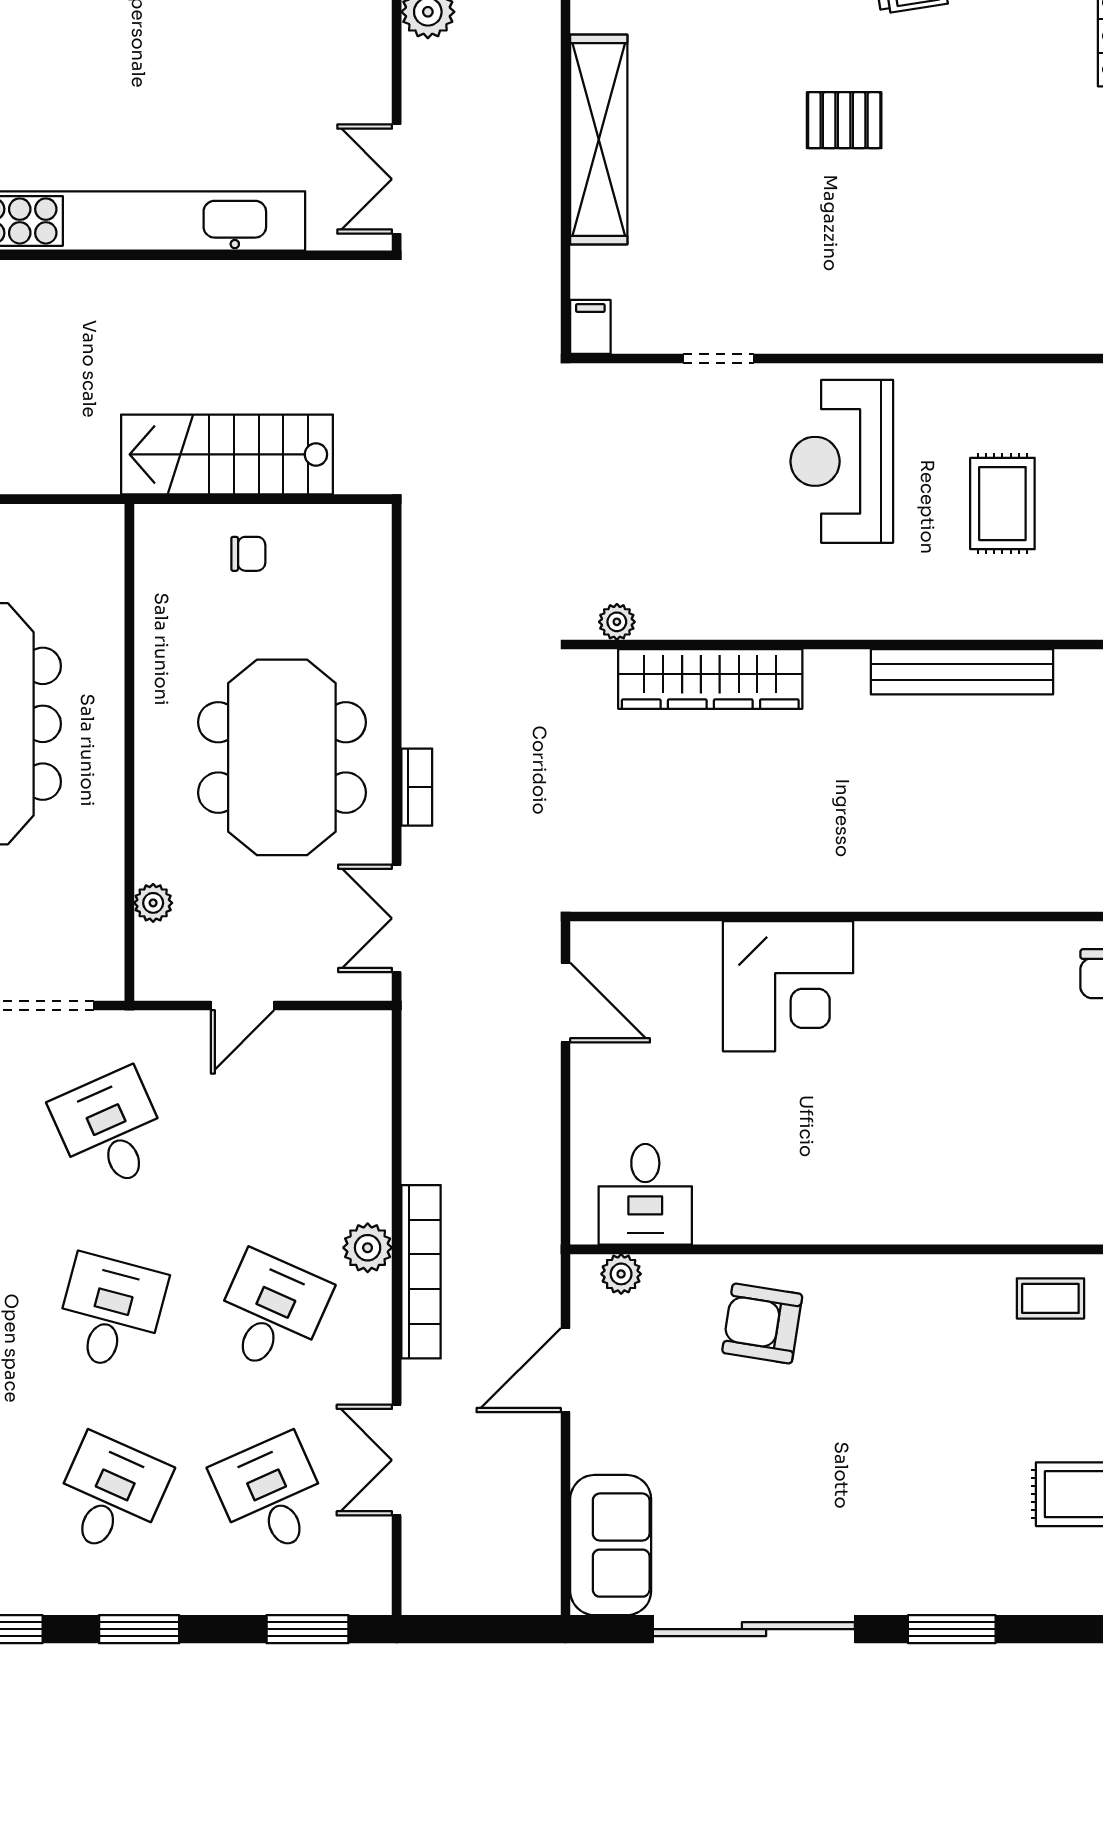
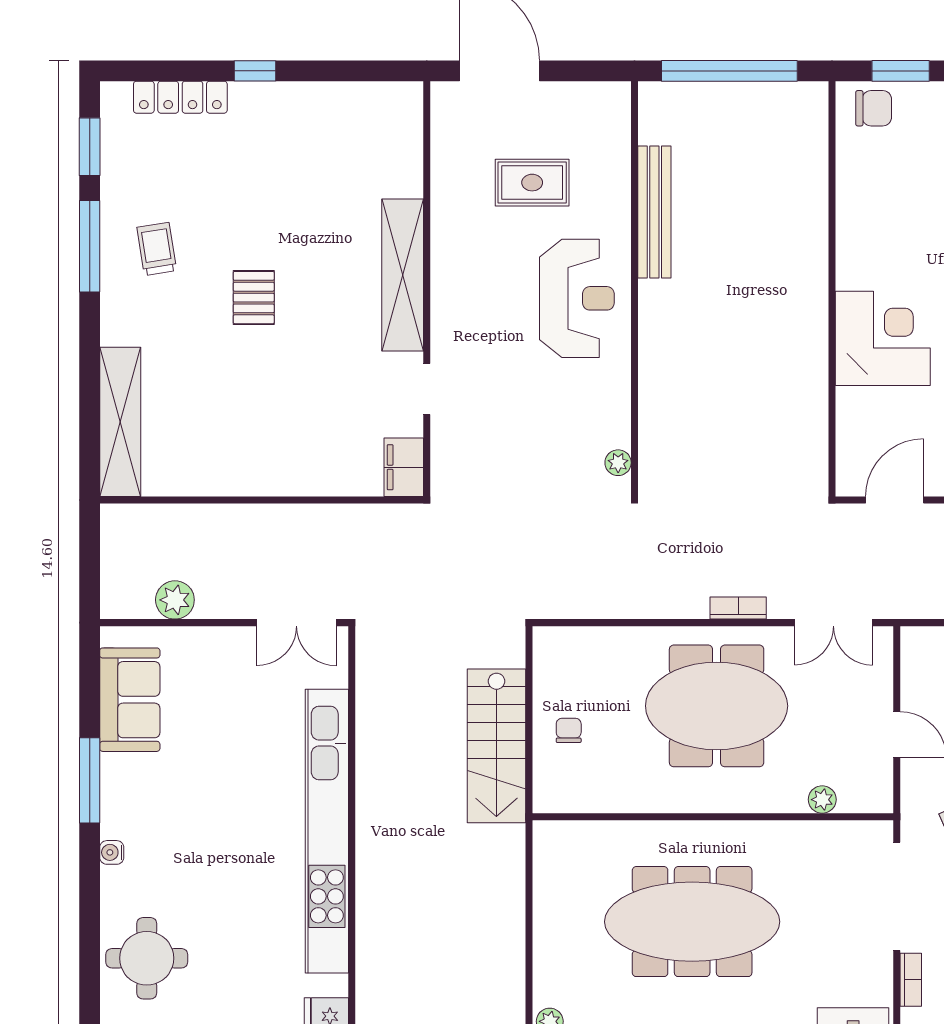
shelving: (599, 139) -> (403, 275), moved, turned 90
filing cabinet: (590, 327) -> (404, 467), width x2.00
reception desk: (842, 461) -> (577, 298), moved, turned -90
wardrobe: (710, 679) -> (660, 395), removed

